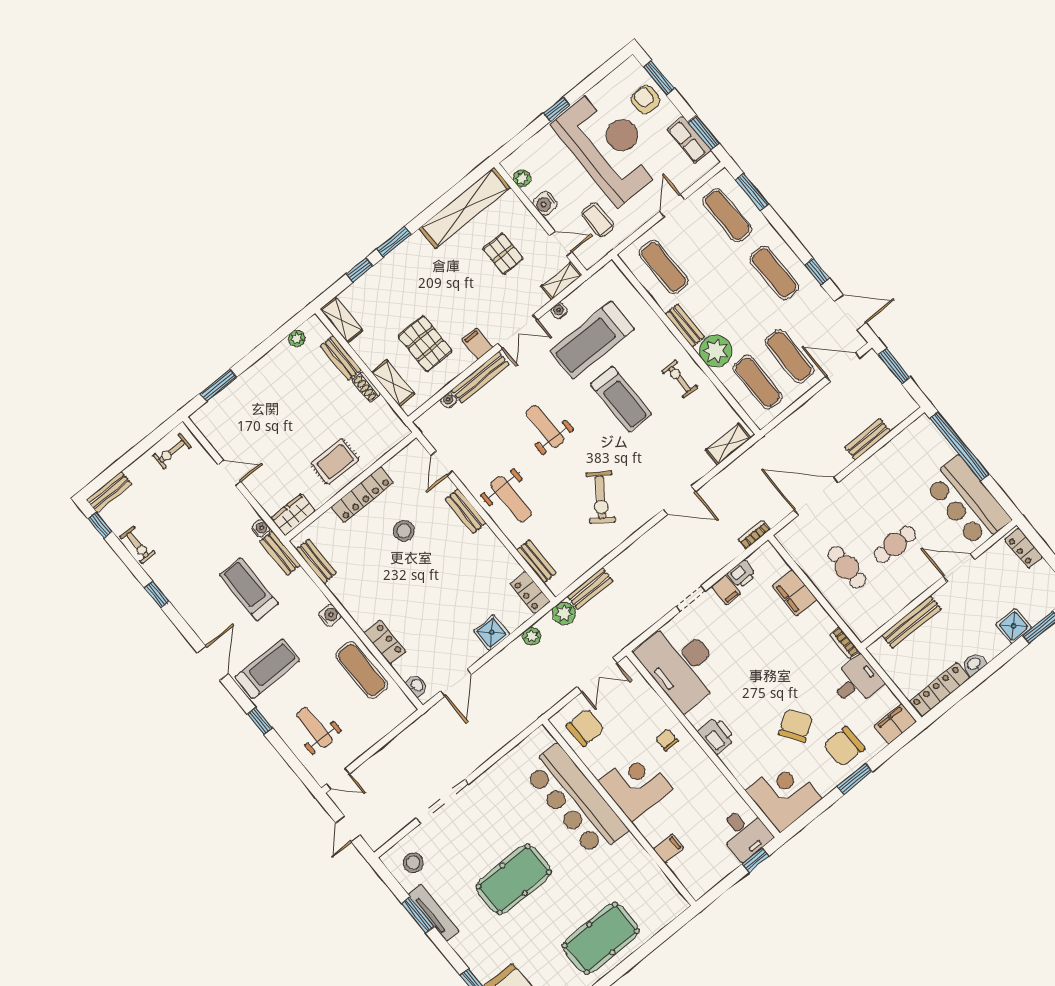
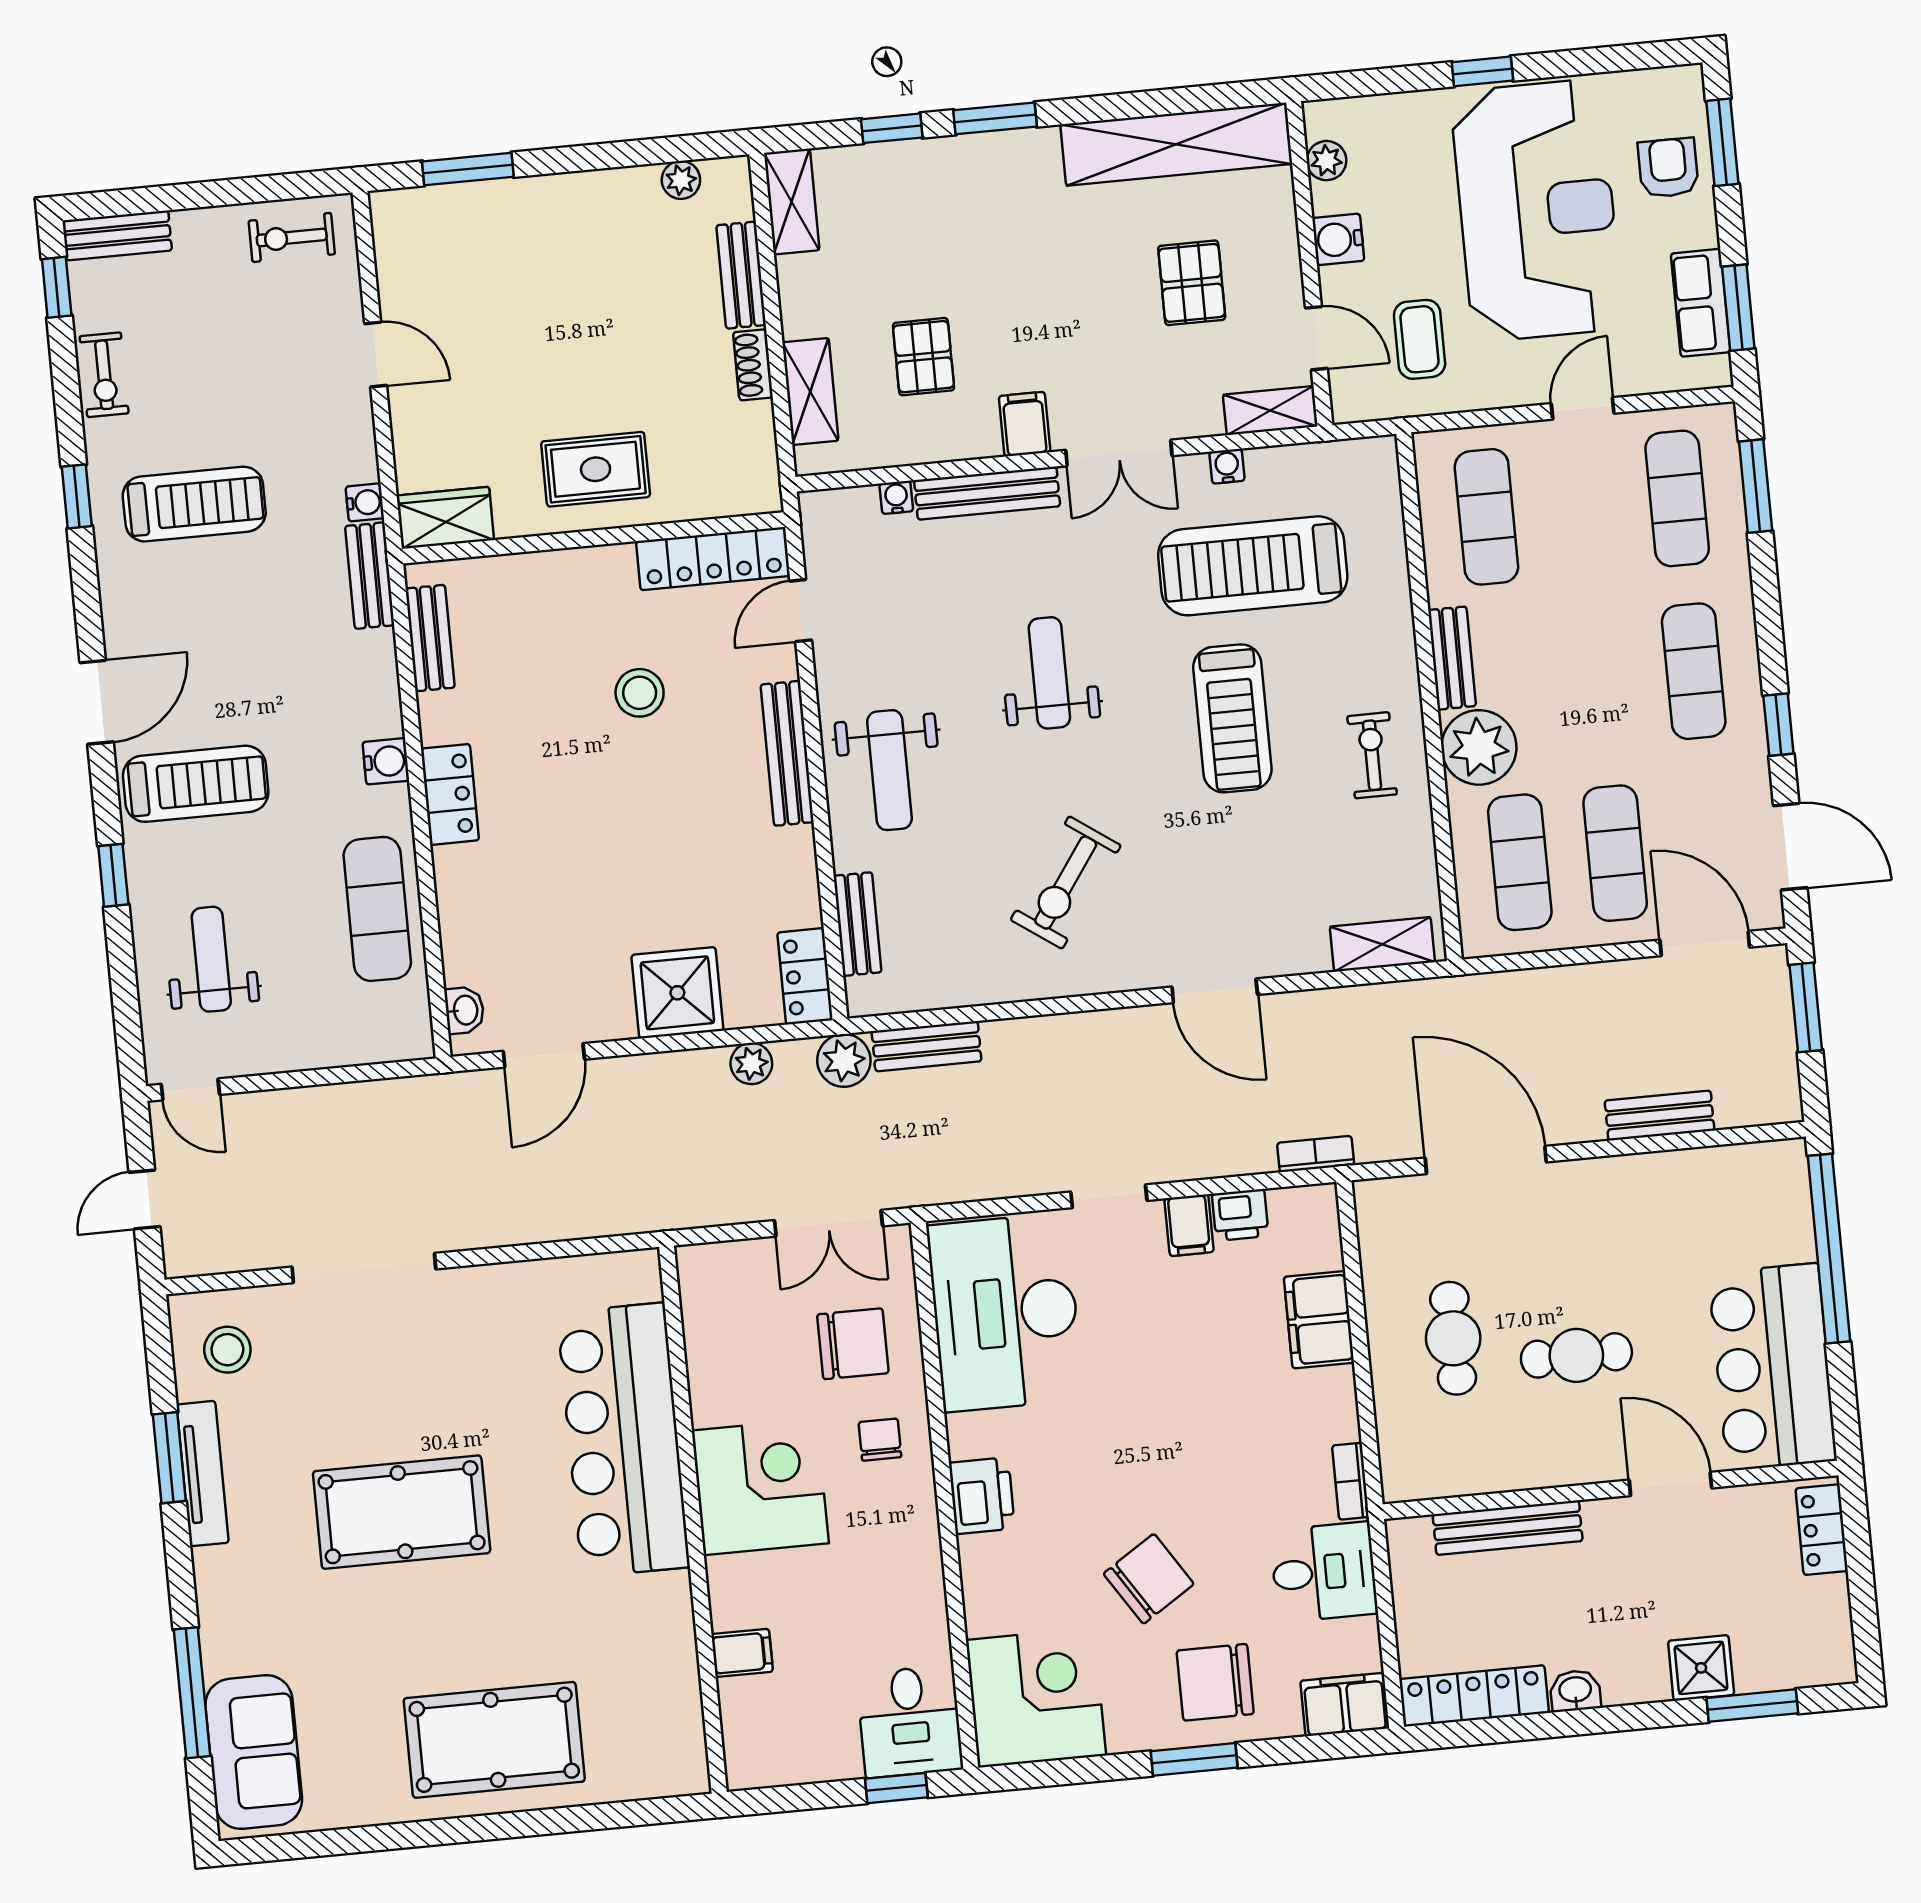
pallet: (425, 344) -> (924, 357), width x0.67, depth x0.71
locker: (362, 495) -> (713, 559), moved
bench: (466, 511) -> (787, 753), width x1.36
treadmill: (249, 589) -> (194, 504), moved, turned 90
shower: (492, 632) -> (677, 993), width x1.36, depth x1.36
locker: (385, 642) -> (450, 794), moved
chair: (585, 728) -> (853, 1344), moved

